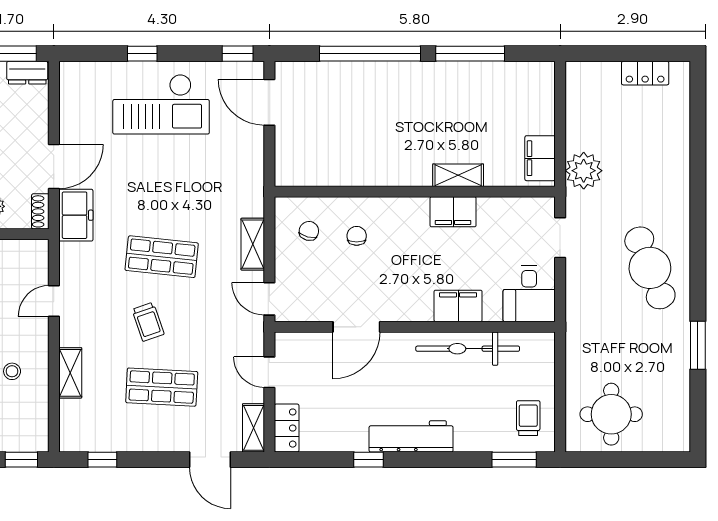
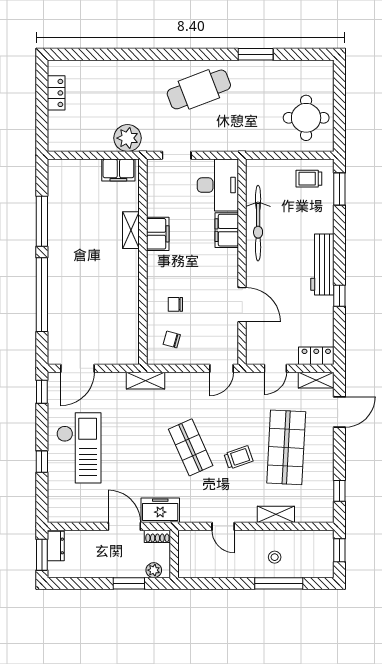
shelving: (253, 244) -> (146, 381), moved
shop shelf: (162, 257) -> (191, 447), turned -30
desk: (529, 294) -> (218, 185), width x1.37
shop shelf: (162, 387) -> (286, 447), width x1.43, depth x1.36

